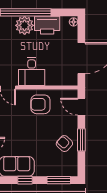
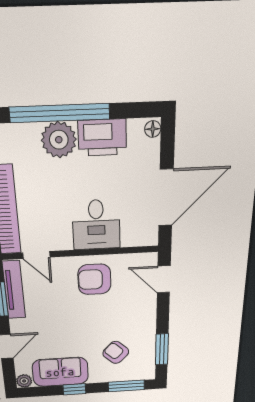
desk: (32, 72) -> (96, 225), moved
window: (81, 140) -> (162, 349), moved
armchair: (64, 144) -> (116, 352), moved

